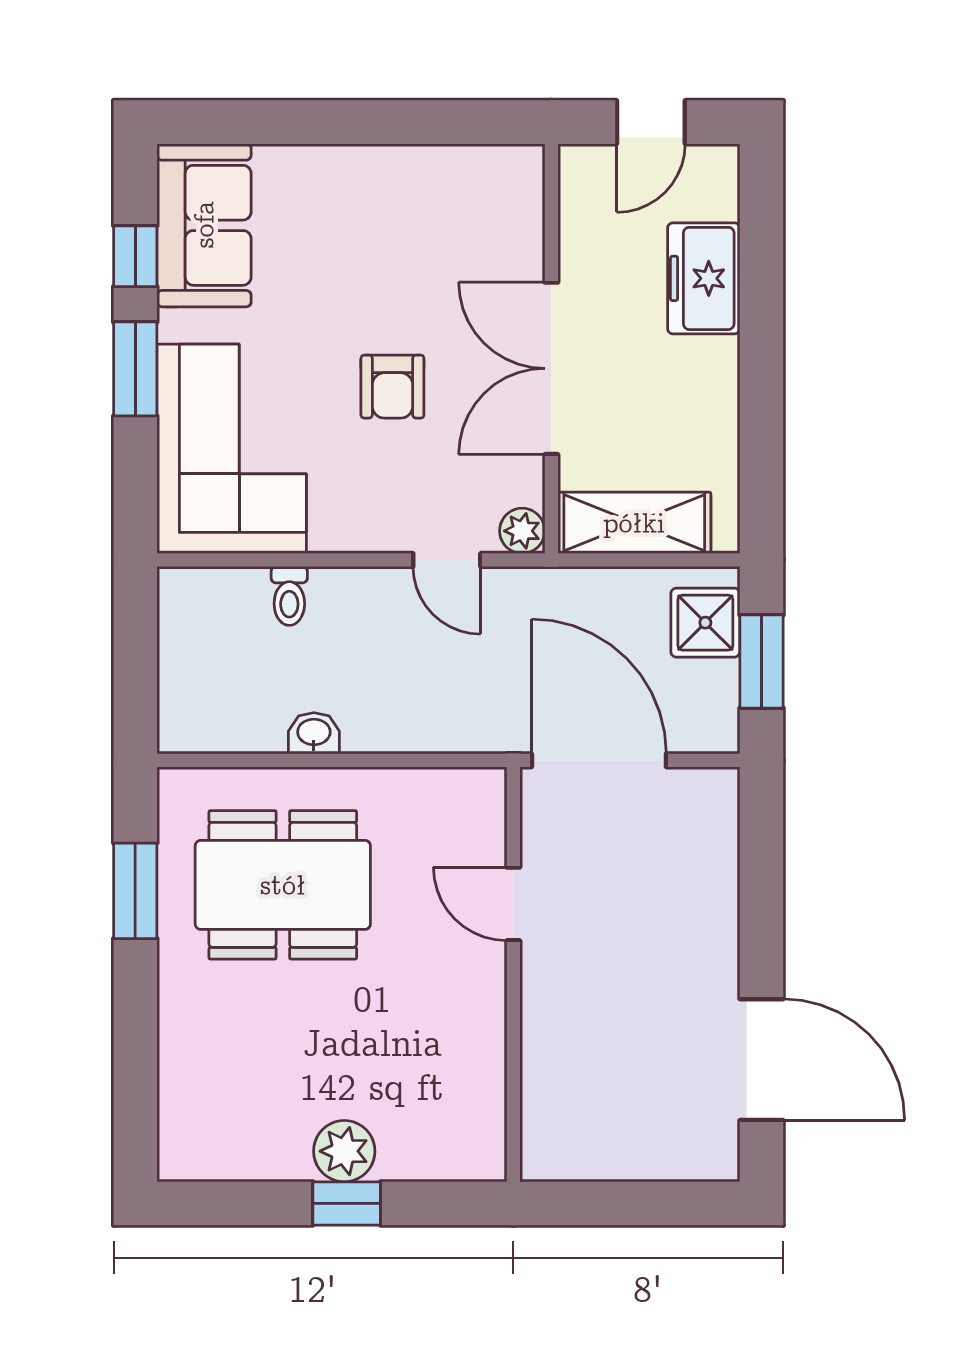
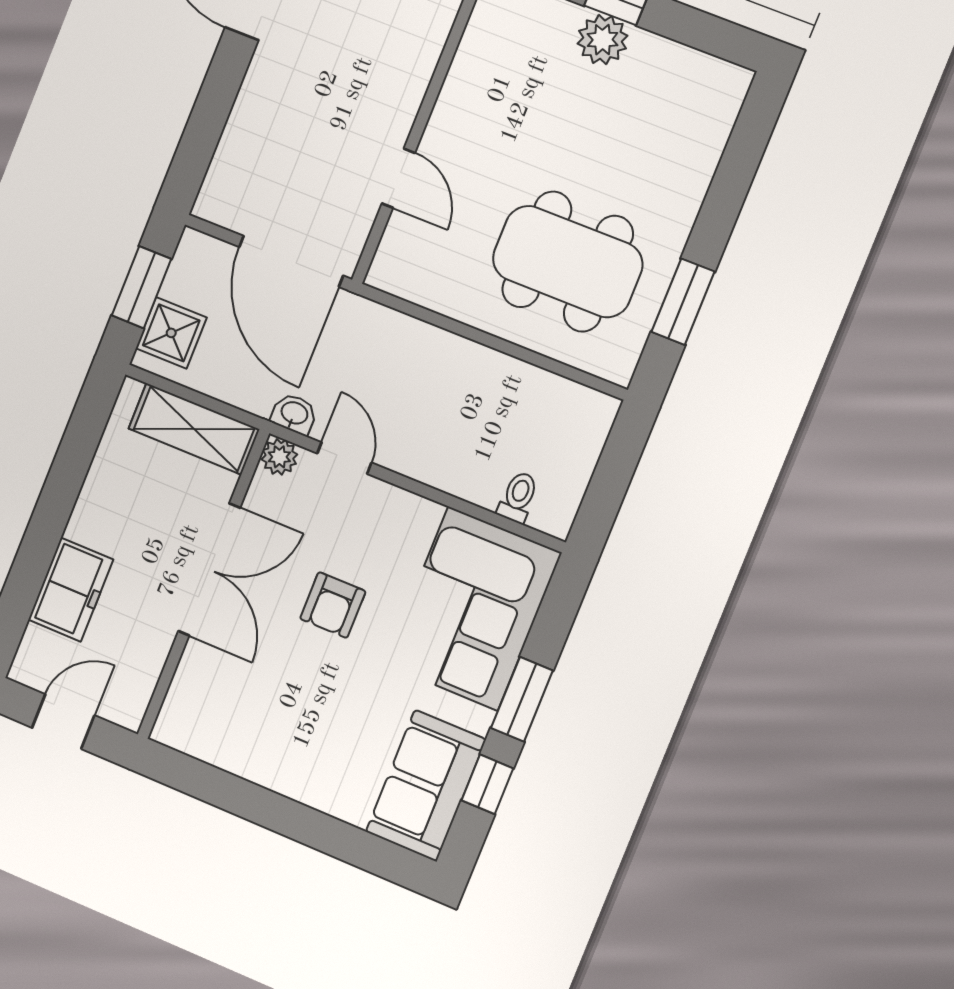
armchair: (392, 387) -> (333, 605), turned 180
toilet: (289, 596) -> (518, 497), moved
washbasin: (314, 733) -> (294, 414), moved, turned 180

